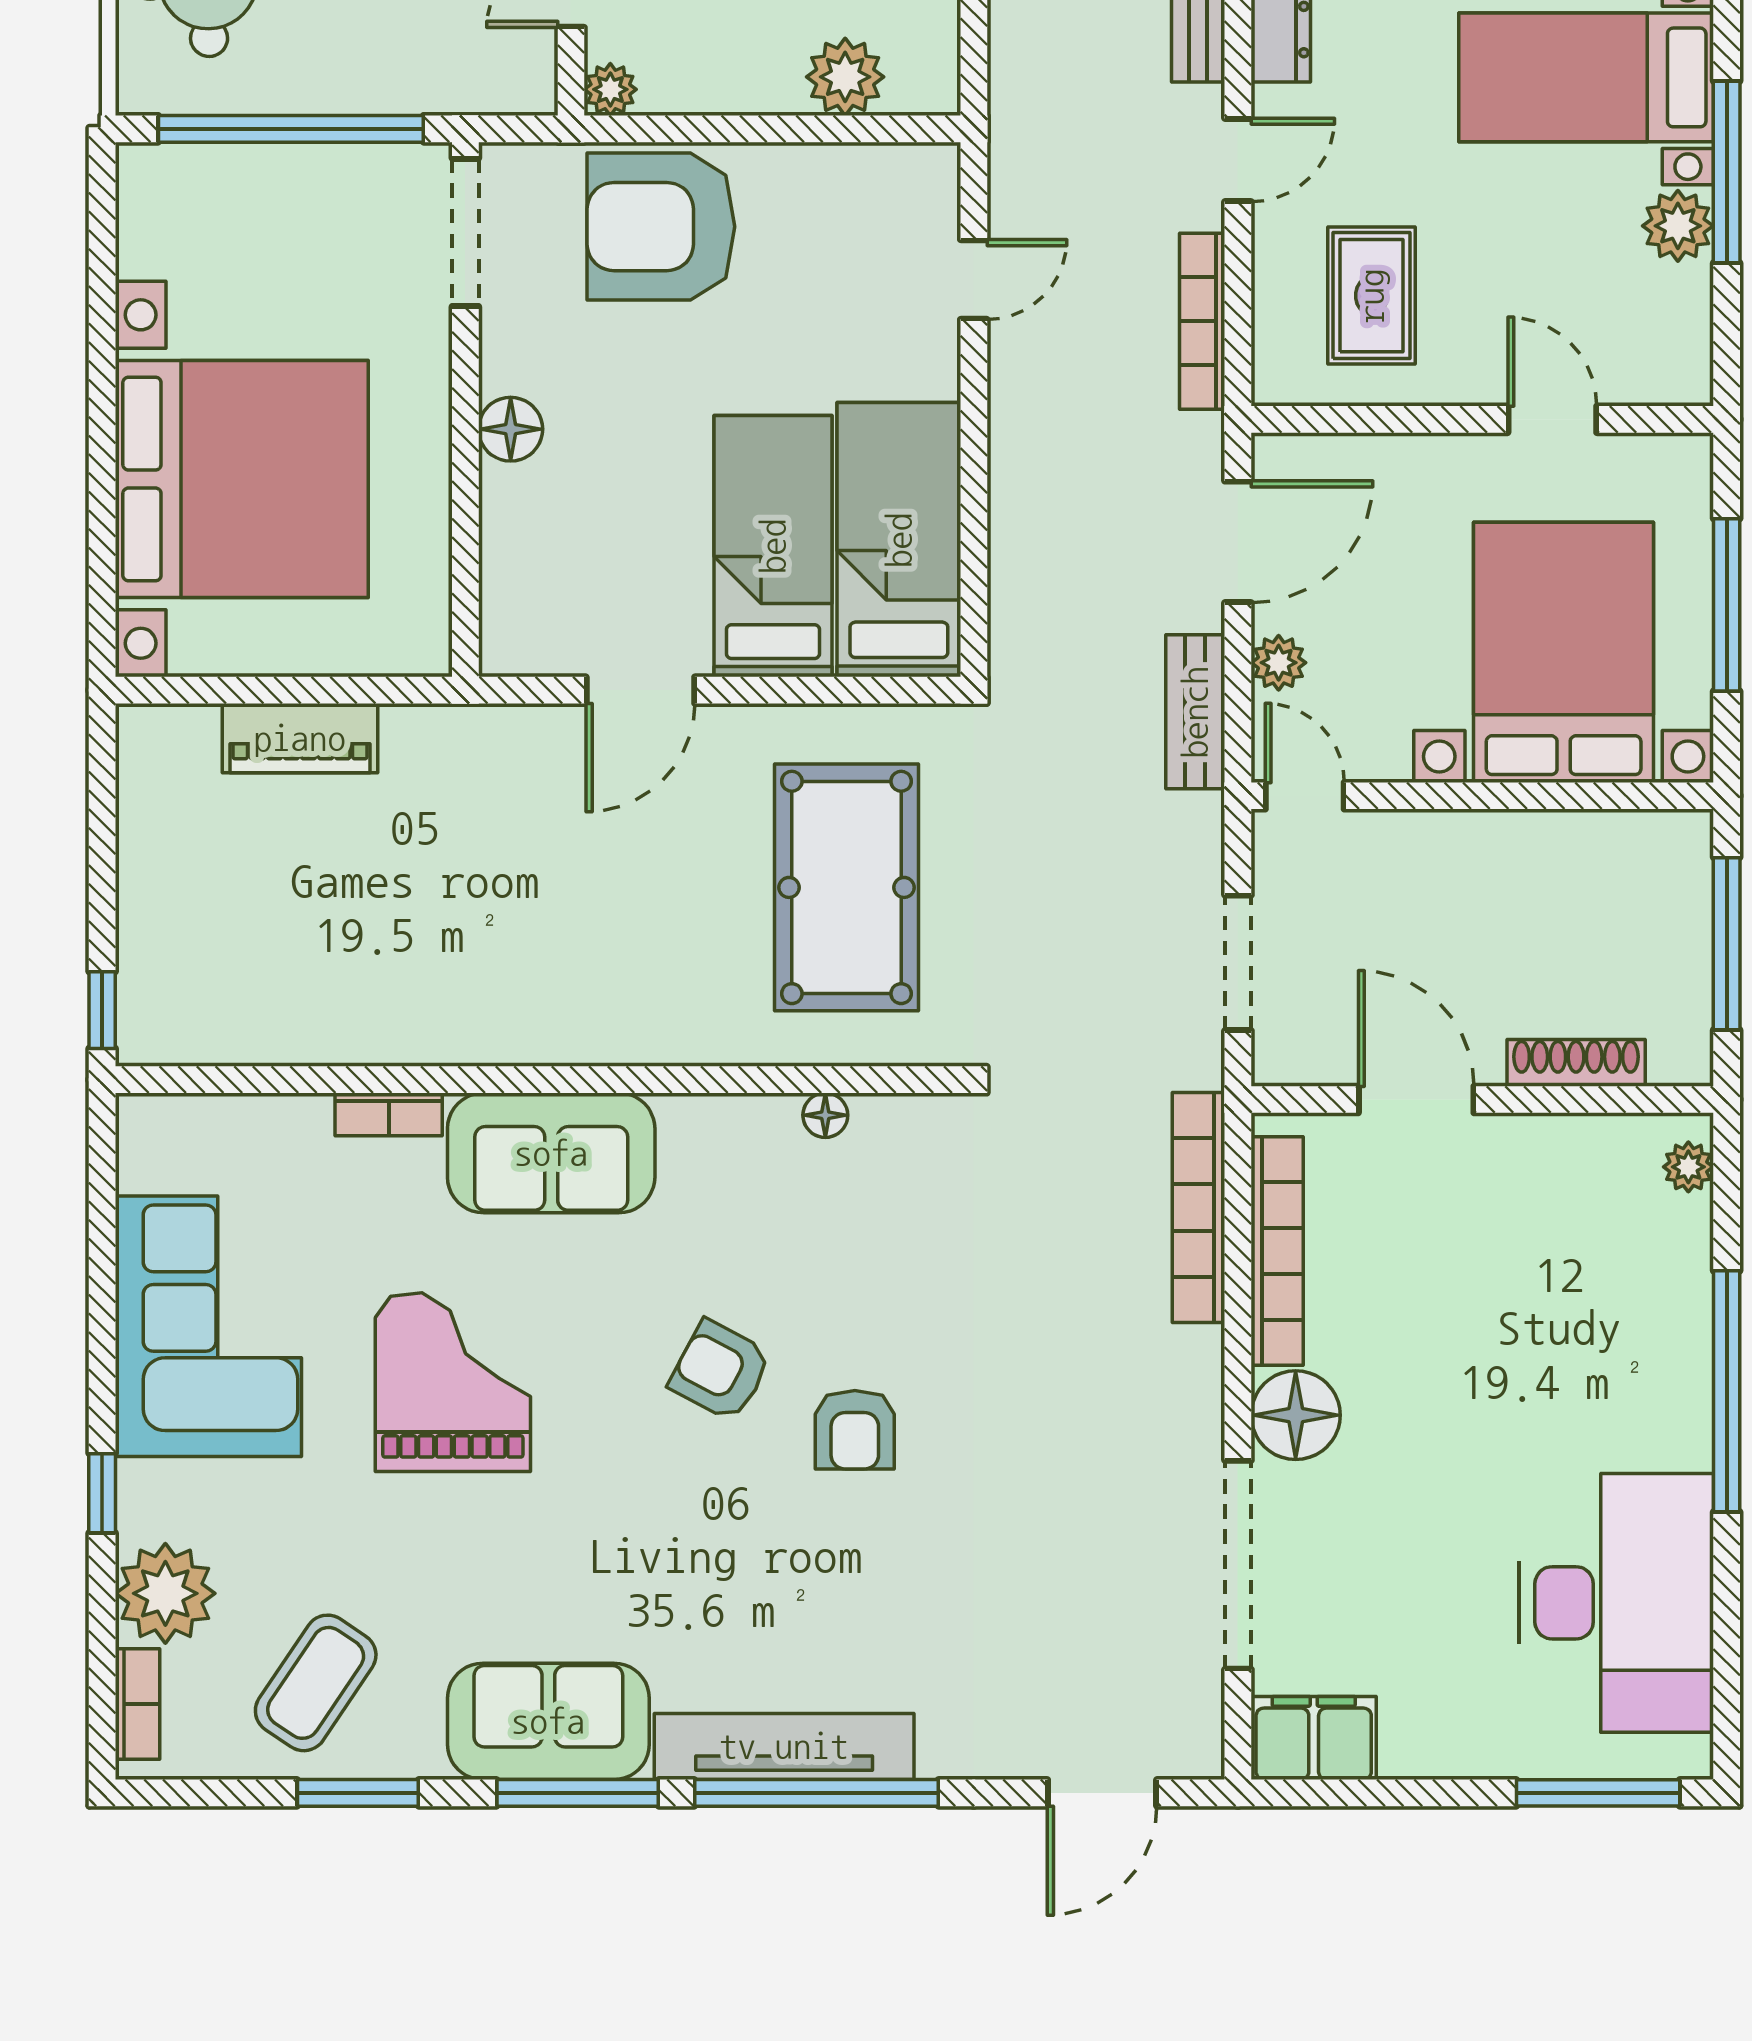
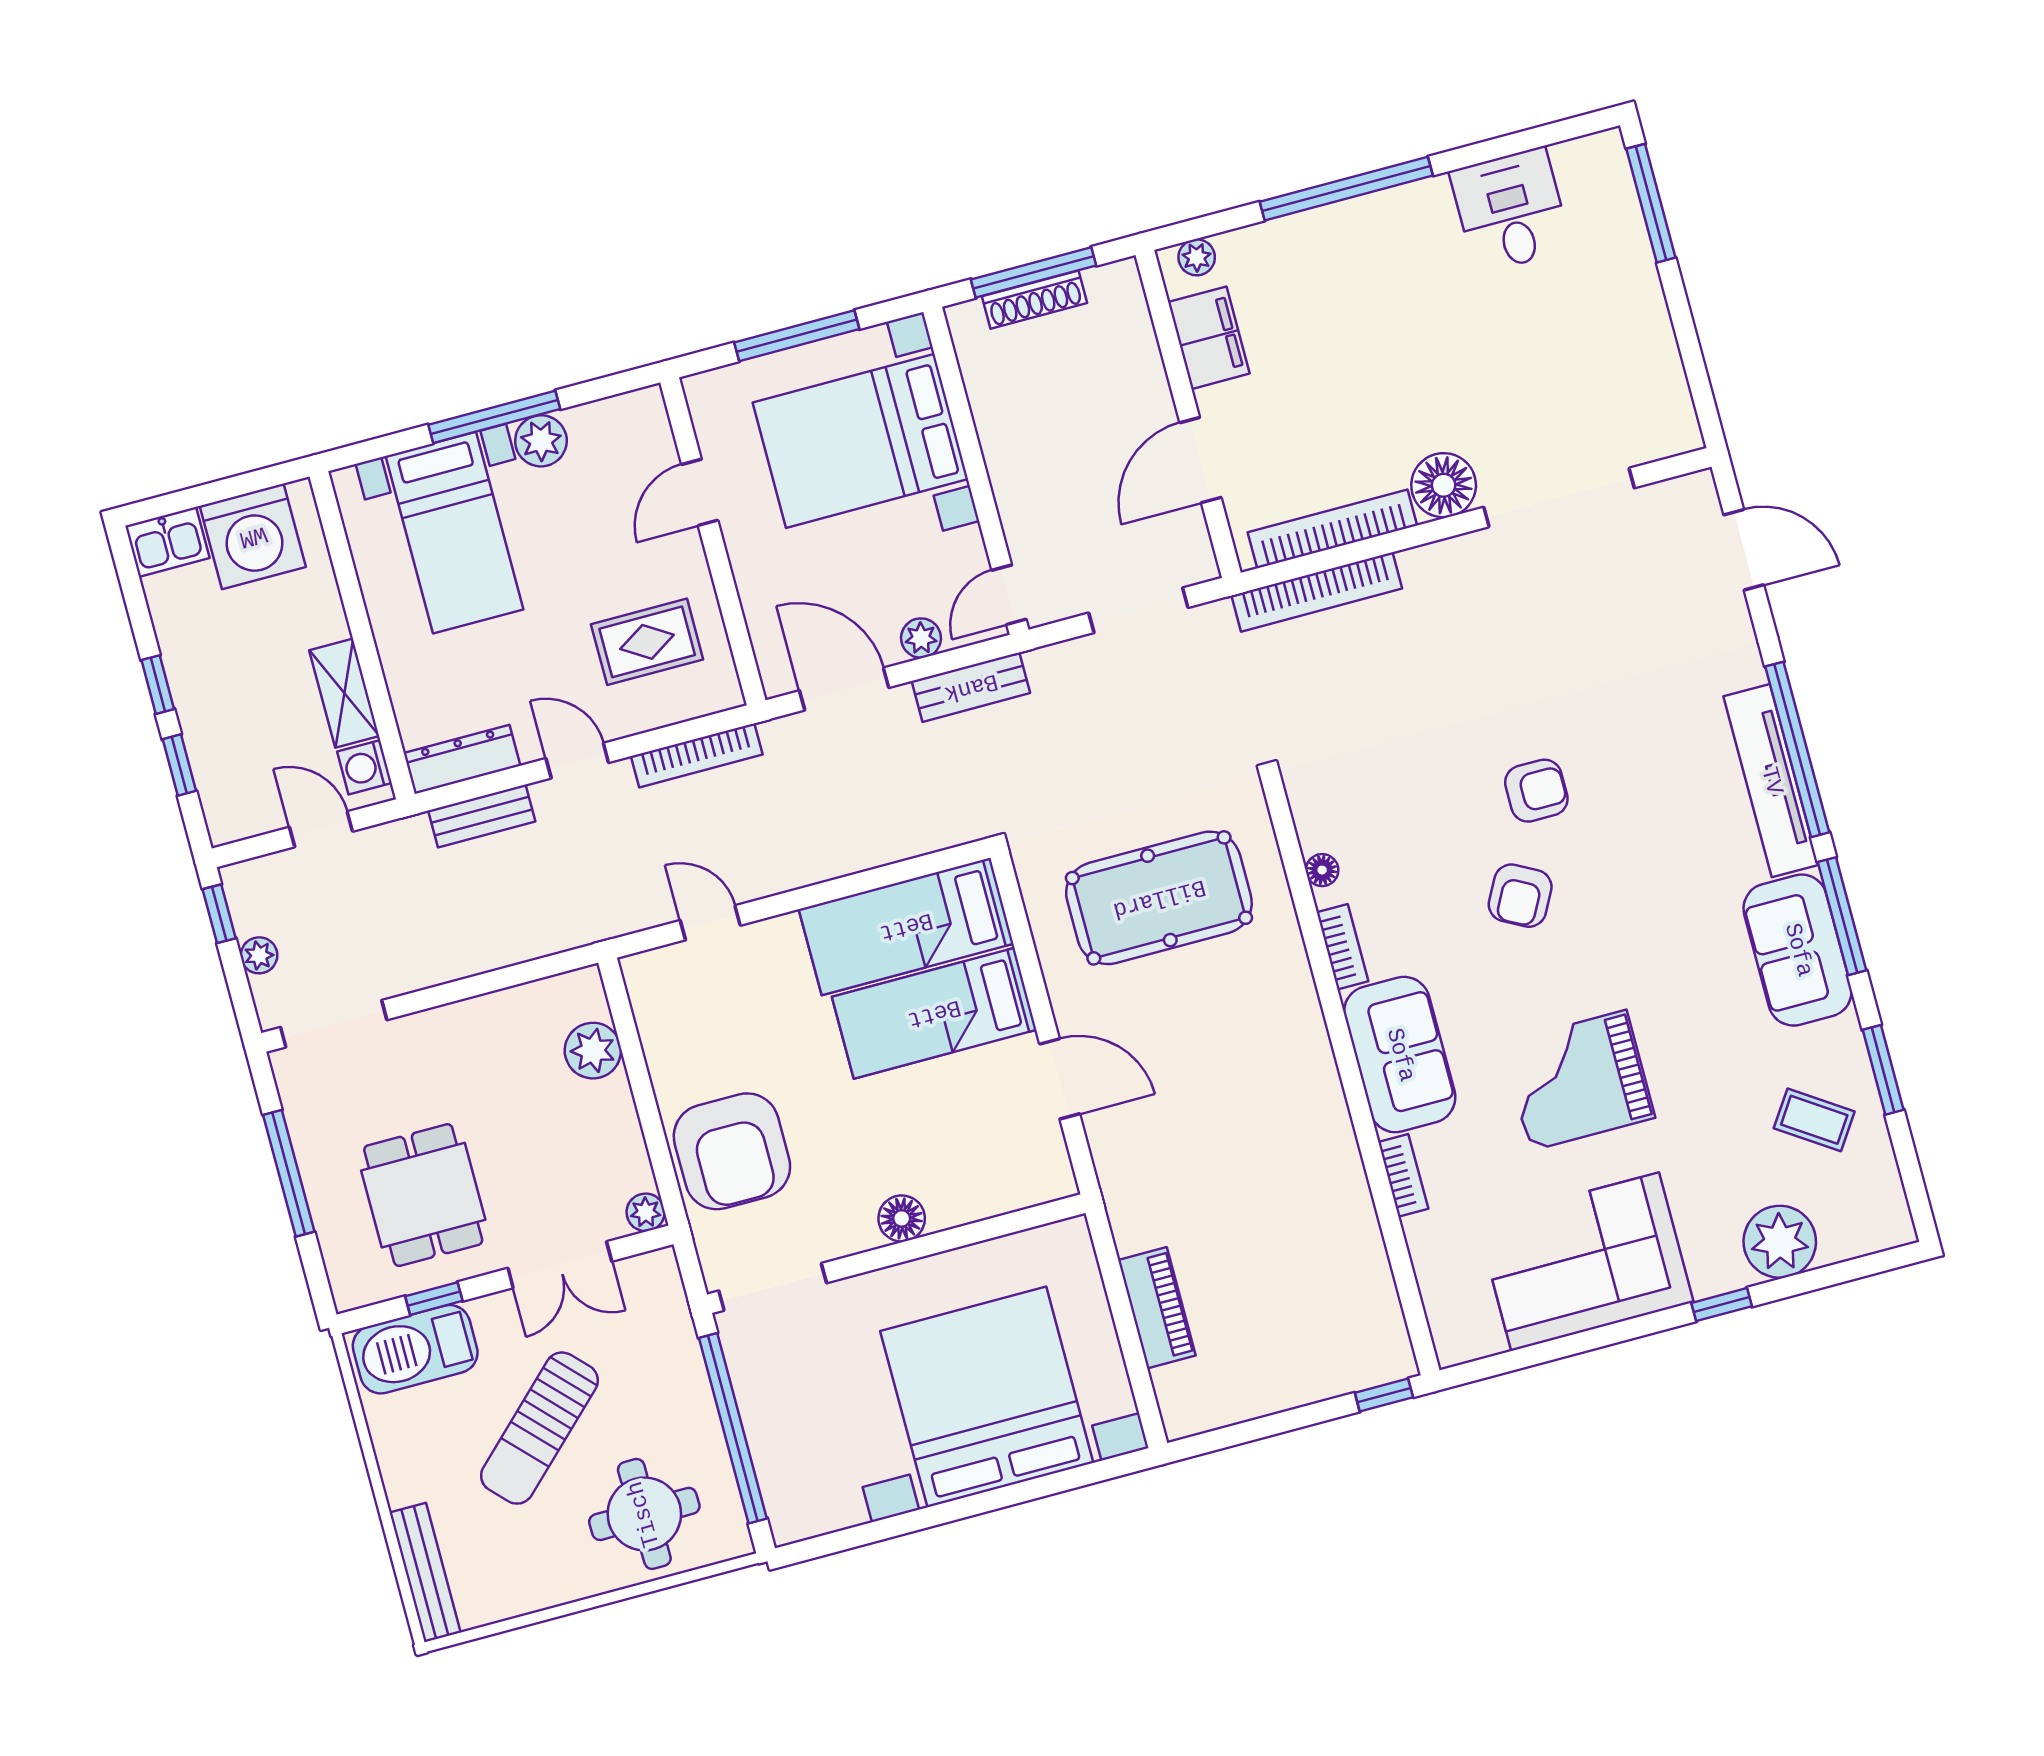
shoe rack: (1576, 1063) -> (1034, 300), moved, turned -90
desk: (1616, 1603) -> (1511, 210), width x0.53, depth x0.77
coffee table: (316, 1683) -> (1814, 1120), width x0.73, depth x0.77
bookcase: (138, 1704) -> (1343, 947), moved, turned 90
filing cabinet: (1314, 1738) -> (1209, 338), moved, turned 180

